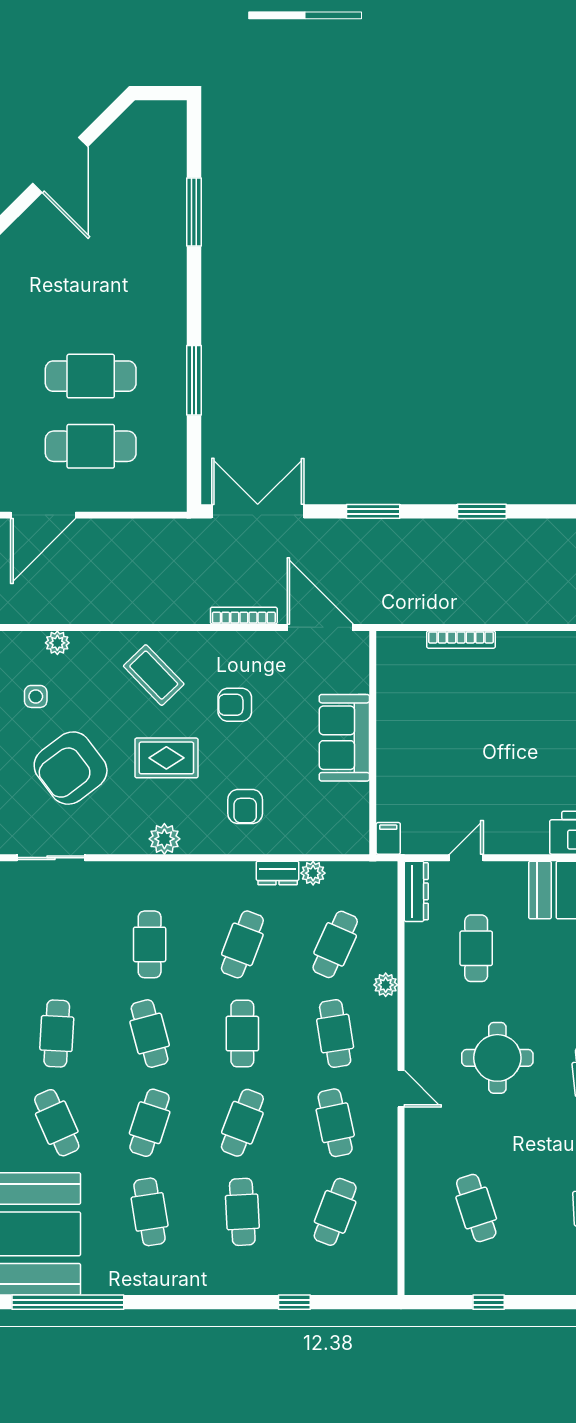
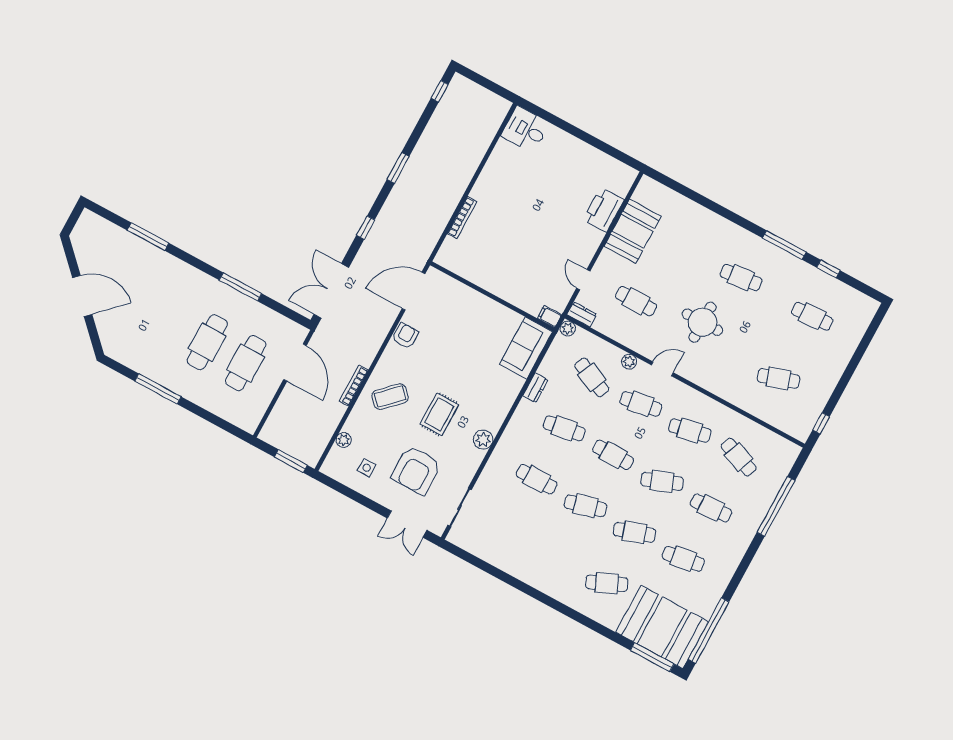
window: (373, 511) -> (366, 228), width x0.67
door: (43, 515) -> (295, 362), moved
bookcase: (244, 616) -> (354, 386), moved
armchair: (235, 705) -> (405, 336), moved, turned 180
sofa: (344, 738) -> (526, 348), moved, turned 90
armchair: (71, 768) -> (416, 470), turned 37
armchair: (245, 806) -> (489, 386), removed
plant: (313, 873) -> (568, 328), moved
dresser: (416, 891) -> (582, 314), width x0.70
cafe table: (242, 944) -> (564, 428), turned -30
cafe table: (57, 1034) -> (558, 557), removed
door: (401, 1089) -> (662, 369), moved
cafe table: (150, 1123) -> (634, 532), turned -36
cafe table: (242, 1123) -> (662, 481), turned -42
window: (294, 1302) -> (776, 506), width x3.17
window: (489, 1302) -> (821, 423), moved

